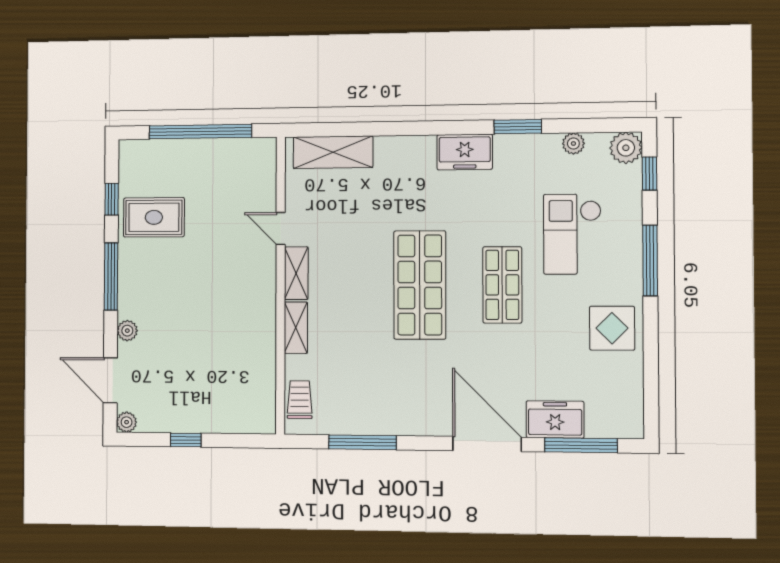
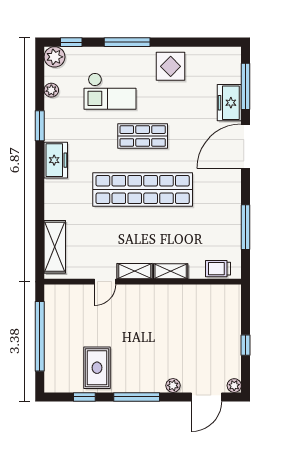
shop shelf: (420, 285) -> (143, 190), width x1.40

